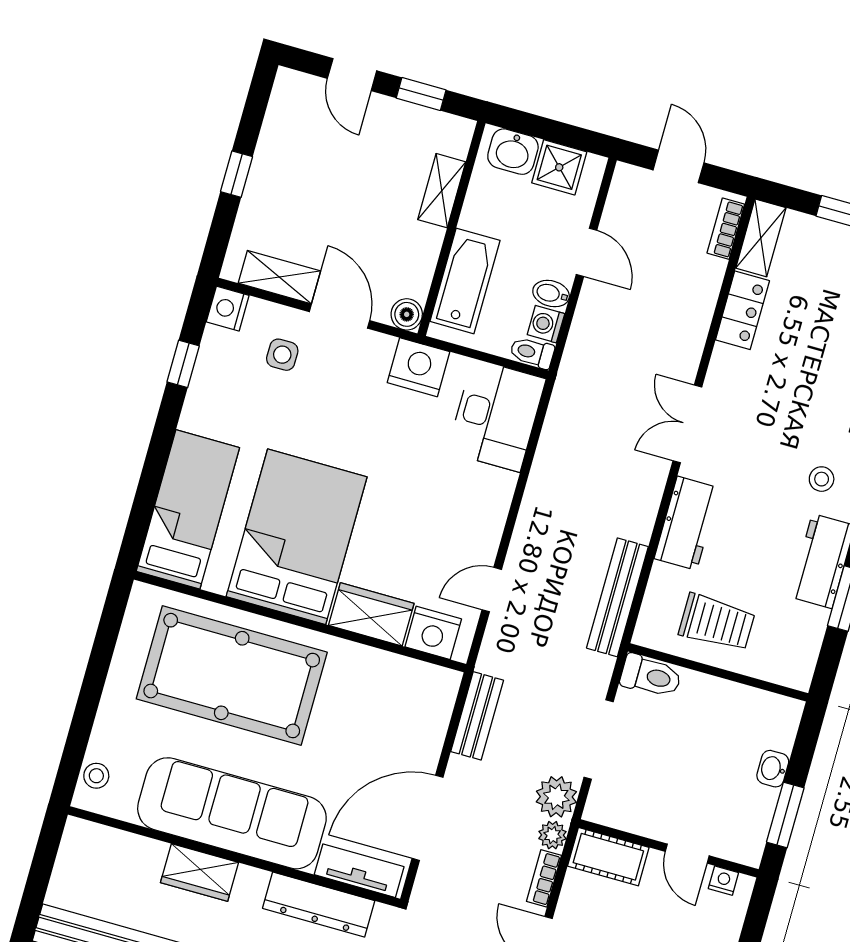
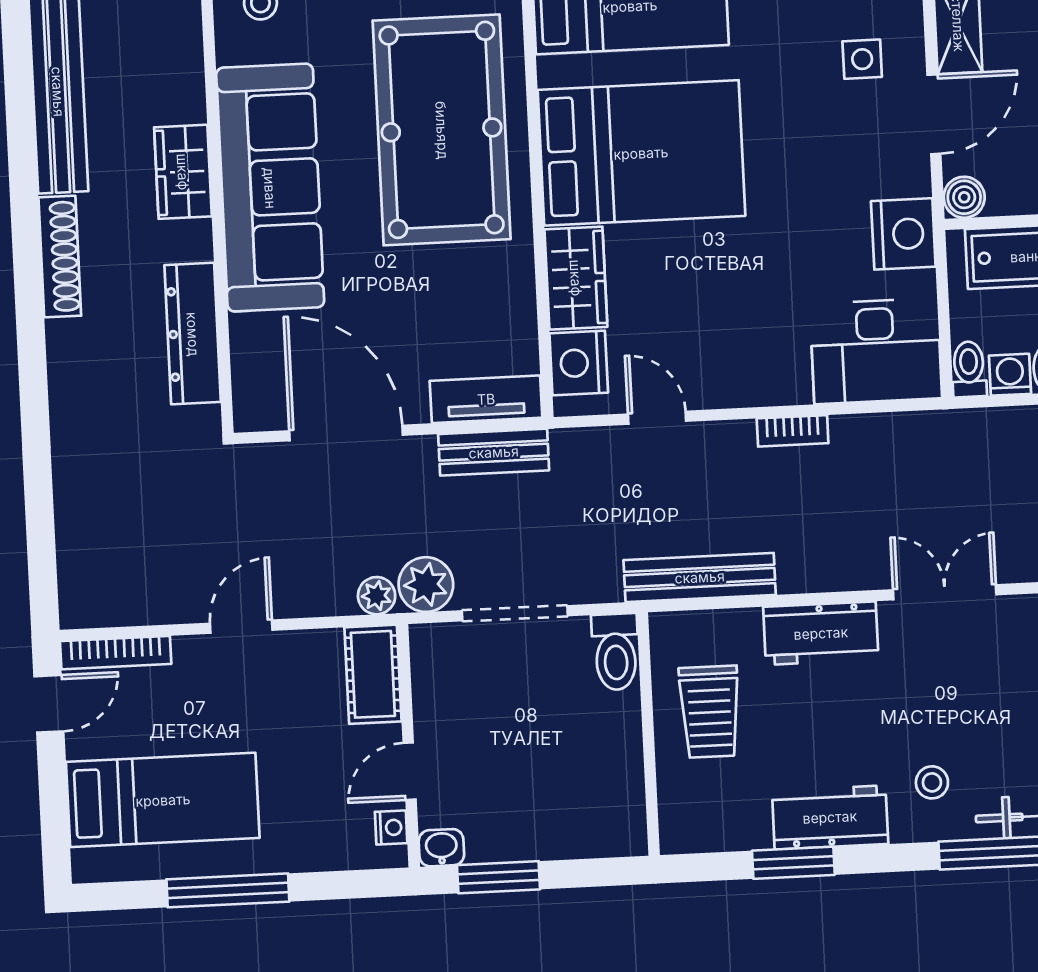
washbasin: (773, 769) -> (441, 848), moved
tv unit: (359, 871) -> (486, 399), moved, turned -90
bookcase: (544, 878) -> (793, 431), moved, turned 180

